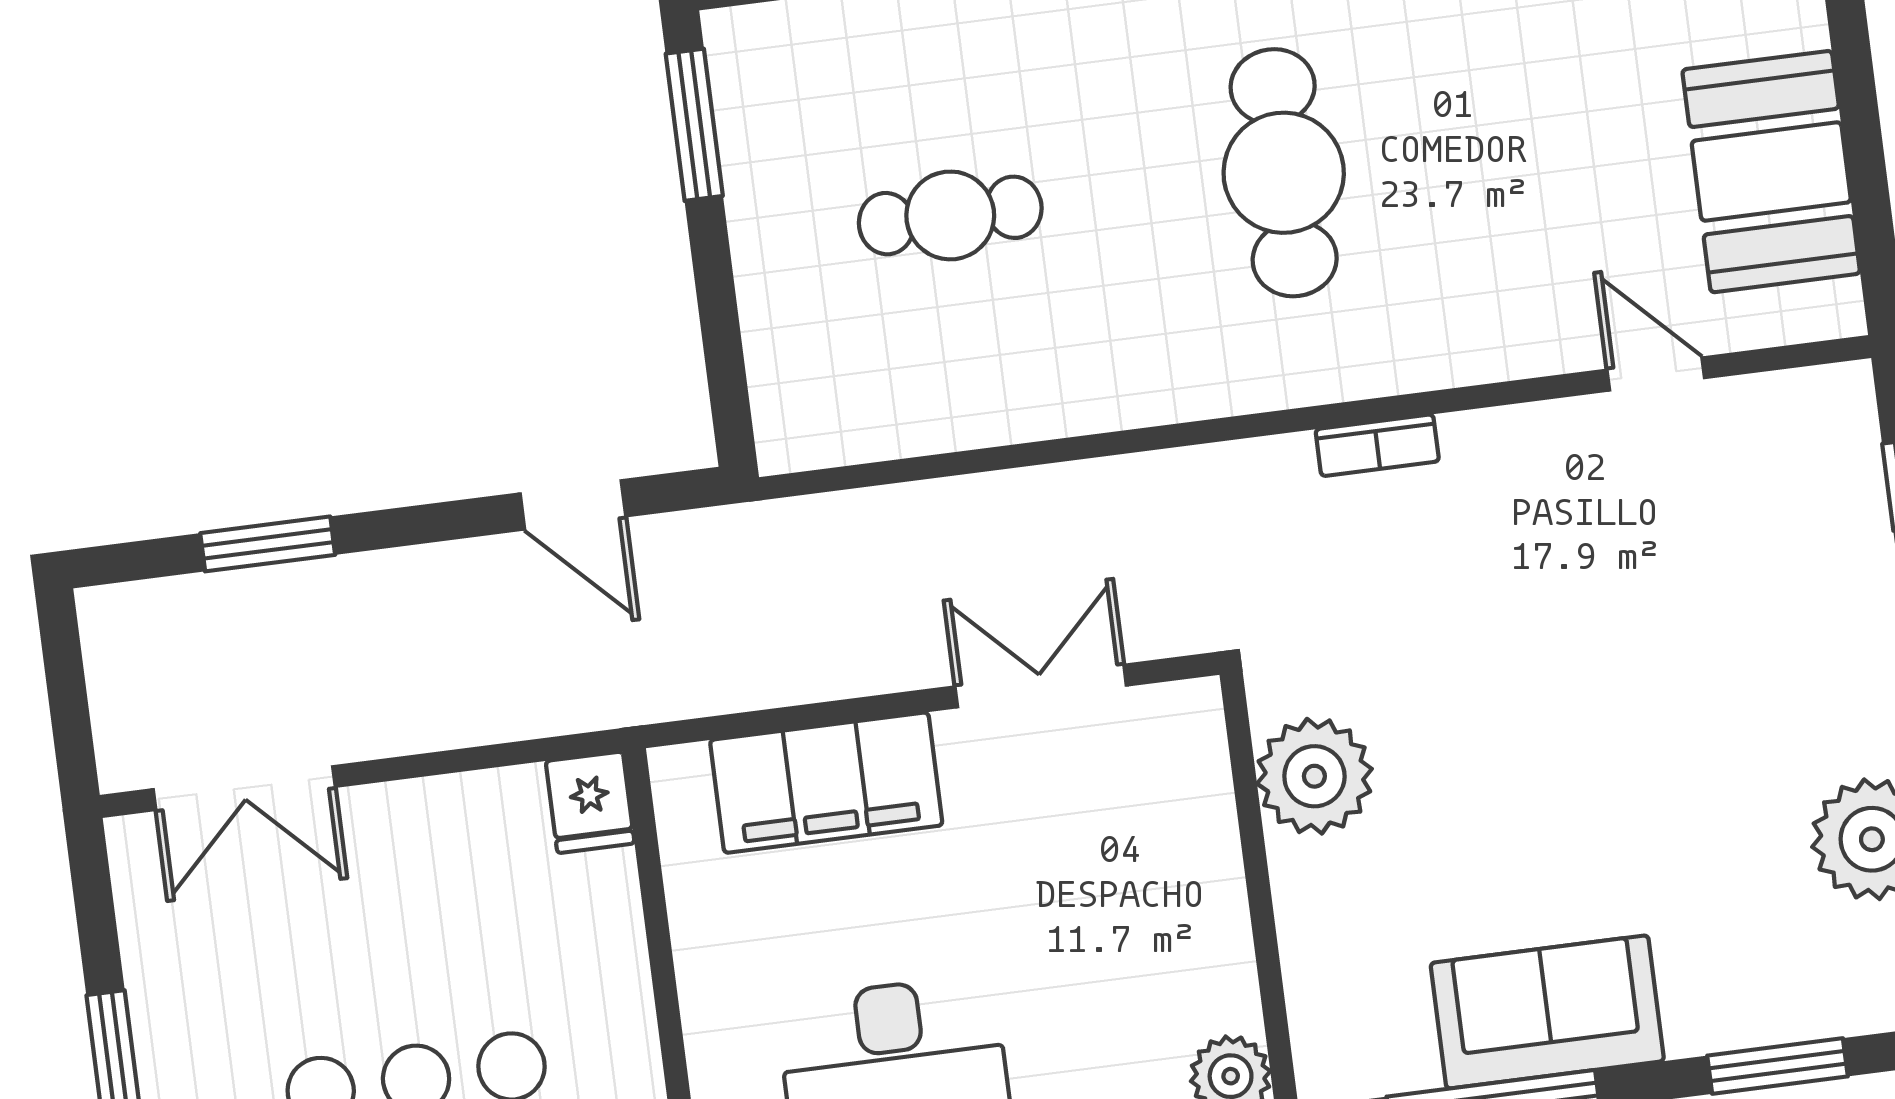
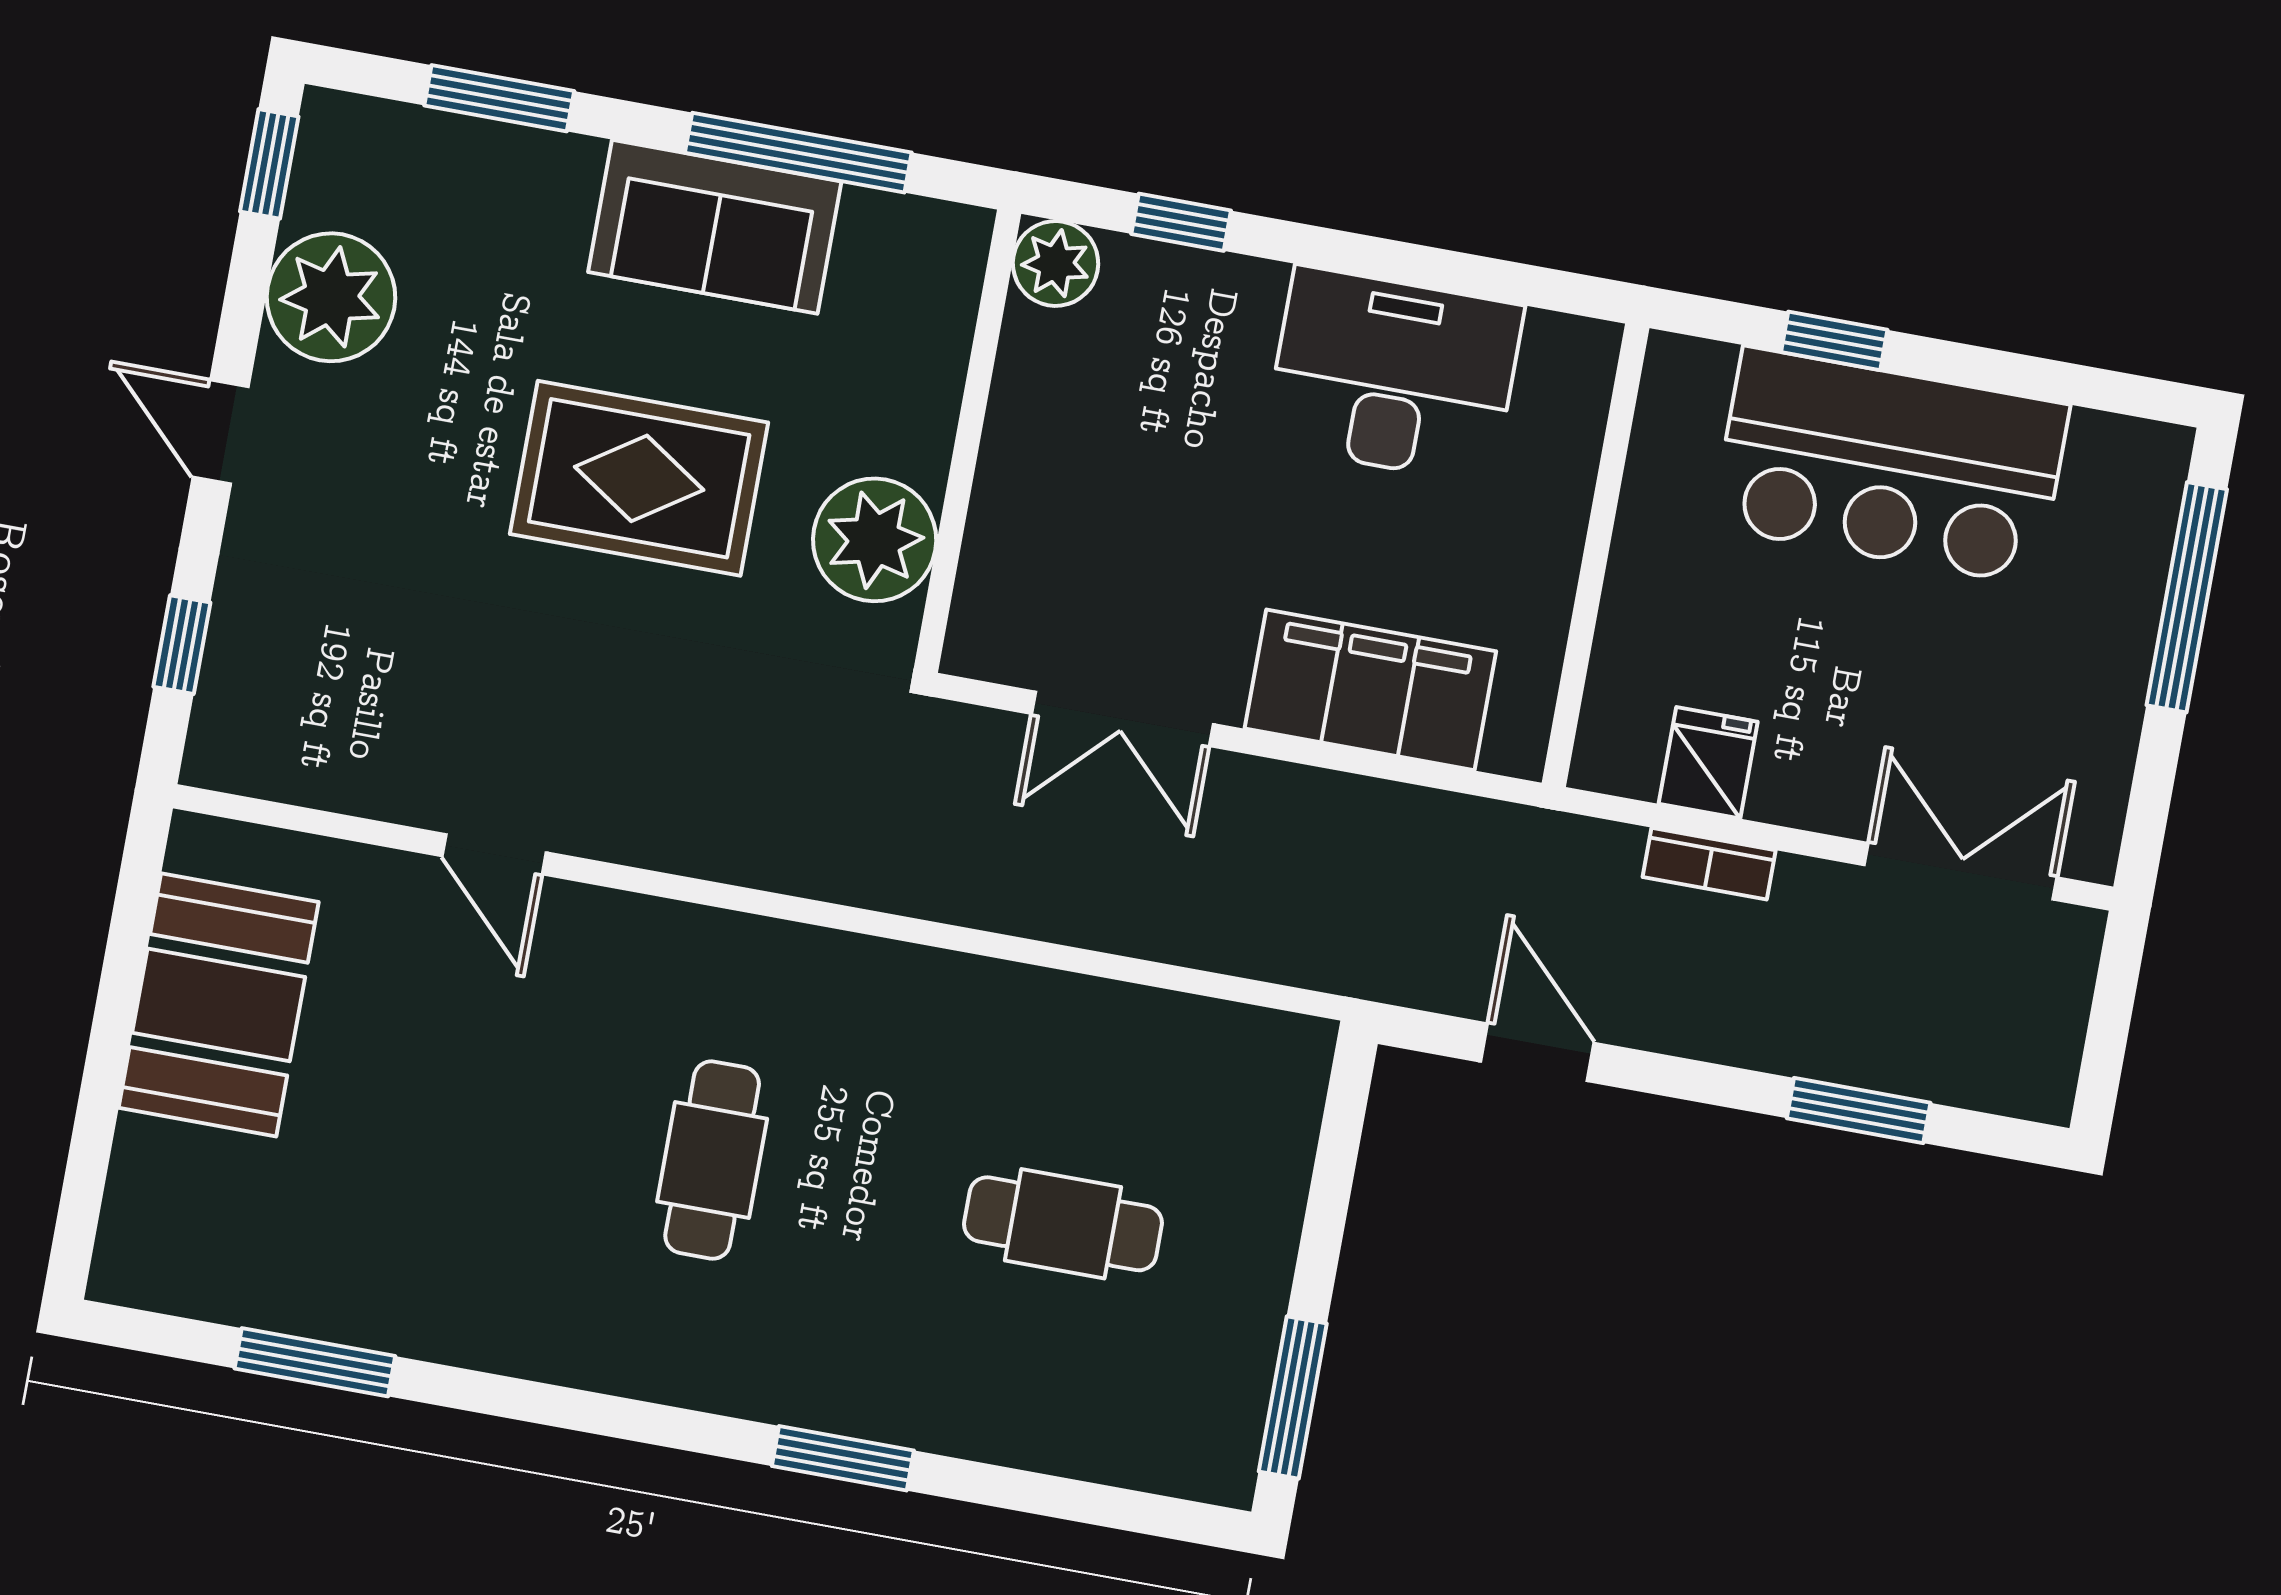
cafe table: (1284, 173) -> (712, 1160), width x0.73, depth x0.74
door: (1656, 374) -> (494, 854), moved
bookcase: (1377, 445) -> (1709, 864), moved, turned 180
rug: (1544, 764) -> (639, 478), added
fridge: (590, 802) -> (1708, 763), moved

